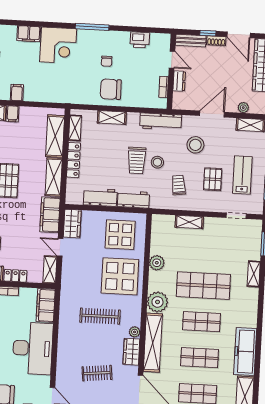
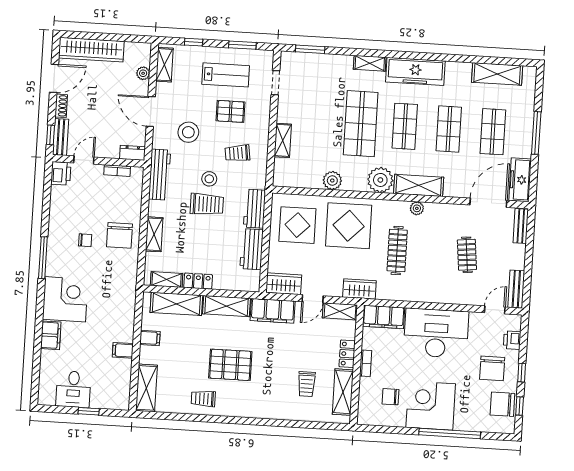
window: (208, 33) -> (50, 135), moved
printer: (140, 40) -> (61, 173), moved
dresser: (179, 81) -> (132, 153), moved
filing cabinet: (13, 114) -> (150, 338), moved
locker: (74, 160) -> (198, 281), width x0.66
lab bench: (242, 175) -> (226, 75), turned 180
shelving: (254, 274) -> (370, 63), moved
shelving: (153, 343) -> (419, 185), width x0.68
wardrobe: (131, 352) -> (359, 289), moved, turned 180
freezer: (245, 352) -> (415, 71), moved

